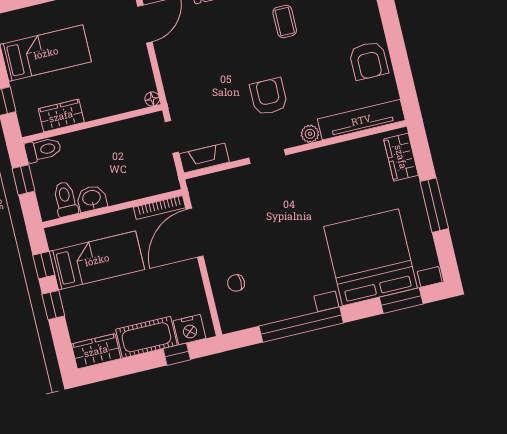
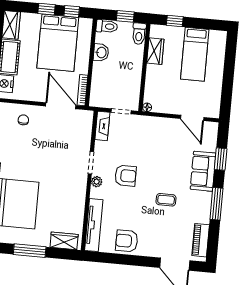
plant: (310, 134) -> (97, 182), moved
toilet: (65, 199) -> (107, 26), moved
bed: (97, 260) -> (58, 43), width x1.50

